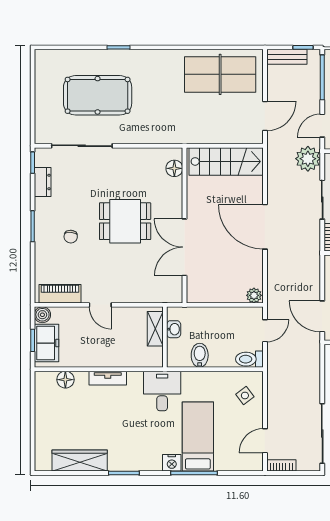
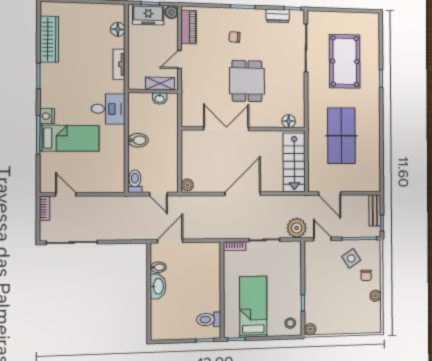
table tennis table: (220, 74) -> (341, 136), moved
shelving: (155, 329) -> (160, 84), moved
washbasin: (174, 329) -> (160, 99), moved
wall: (165, 337) -> (153, 91), moved
side table: (245, 395) -> (104, 178), removed

